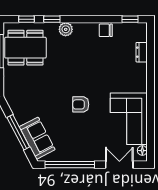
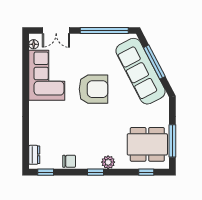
window: (52, 19) -> (95, 172), moved
dresser: (142, 52) -> (34, 155), moved
armchair: (81, 104) -> (94, 89), width x1.88, depth x1.88
sofa: (37, 138) -> (141, 71), width x1.85, depth x1.27

